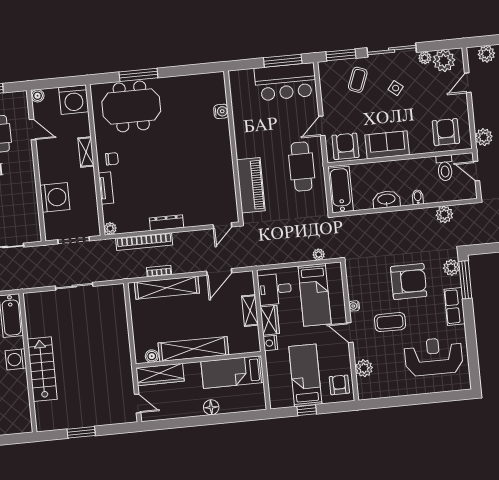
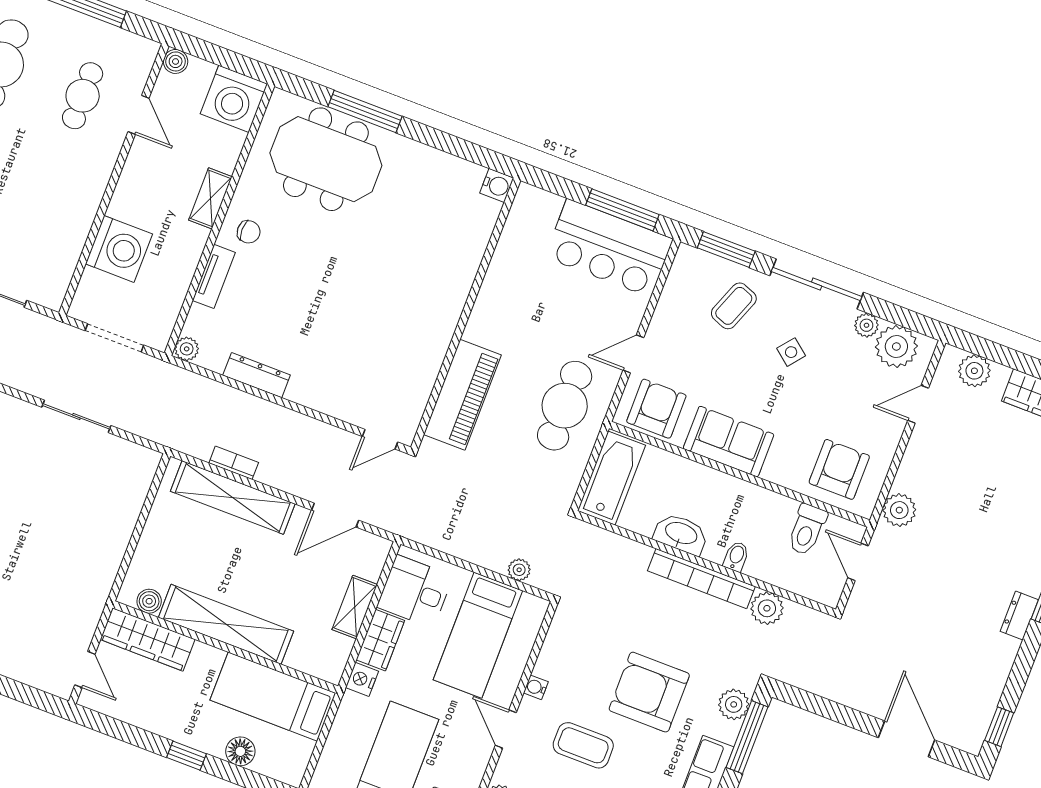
water cooler: (221, 111) -> (497, 185), moved
dresser: (166, 223) -> (257, 375), moved
bookcase: (144, 242) -> (701, 579), moved
armchair: (409, 281) -> (649, 692), turned 180
floor lamp: (211, 407) -> (240, 751), moved
window: (206, 420) -> (187, 756), added

